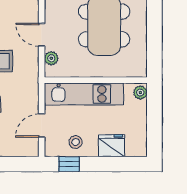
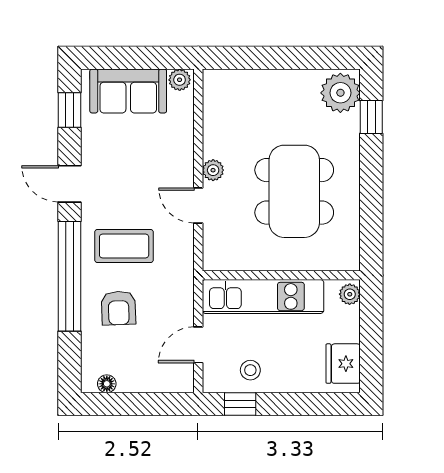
plant: (51, 58) -> (213, 170), moved
fridge: (112, 146) -> (343, 364), moved, turned -90

